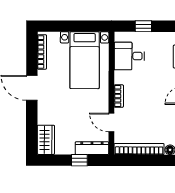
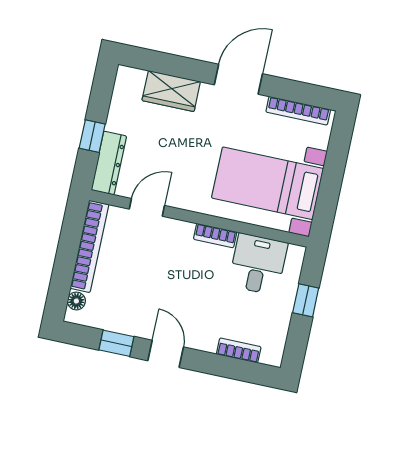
bookcase: (119, 96) -> (215, 236), moved
wardrobe: (46, 140) -> (171, 91), moved

